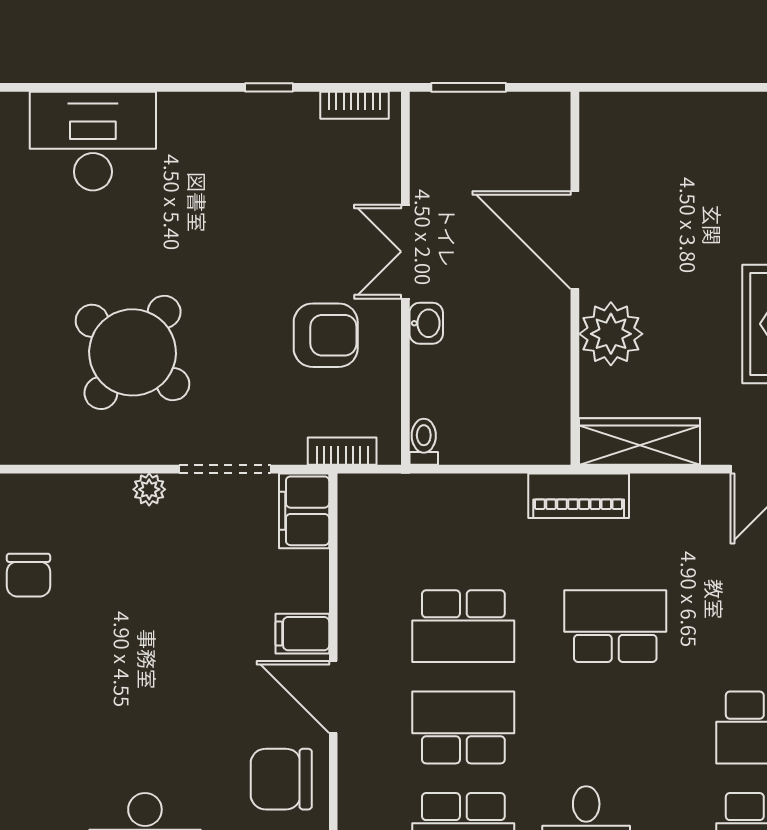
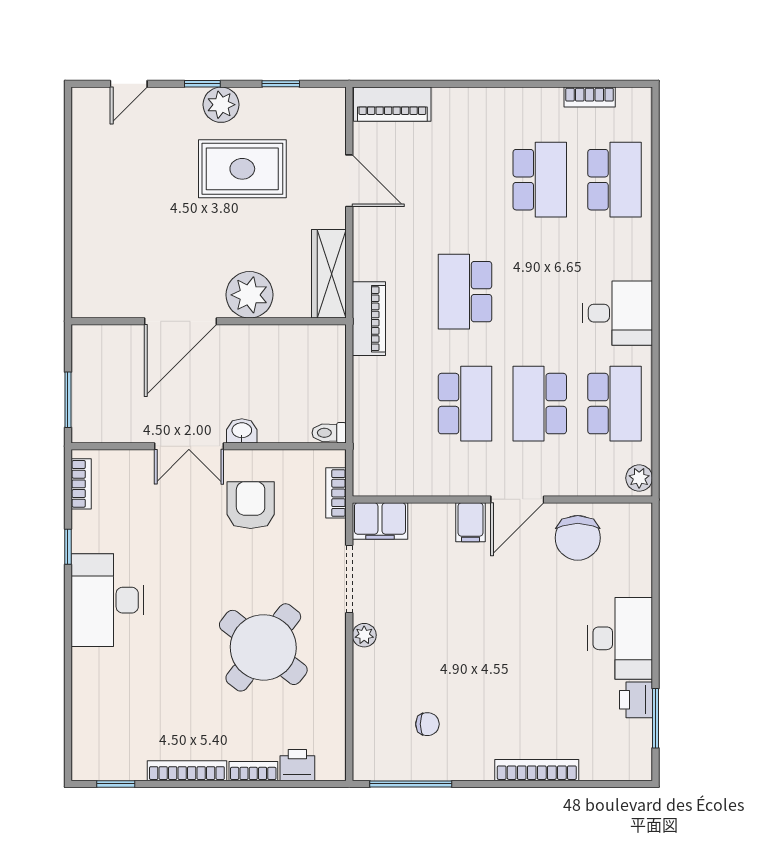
desk: (93, 141) -> (107, 600), moved
chair: (28, 575) -> (427, 724), width x0.73, depth x0.73

